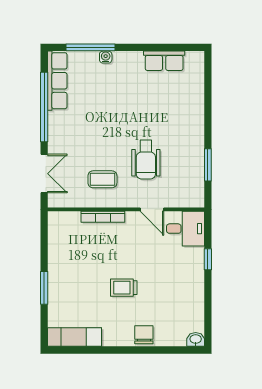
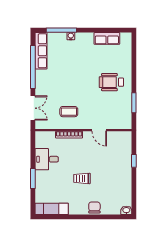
wheelchair: (146, 160) -> (111, 82), moved, turned 90
desk: (185, 229) -> (47, 159), moved, turned 180

